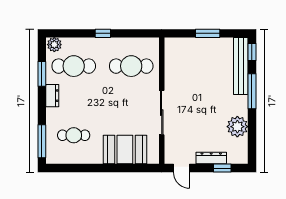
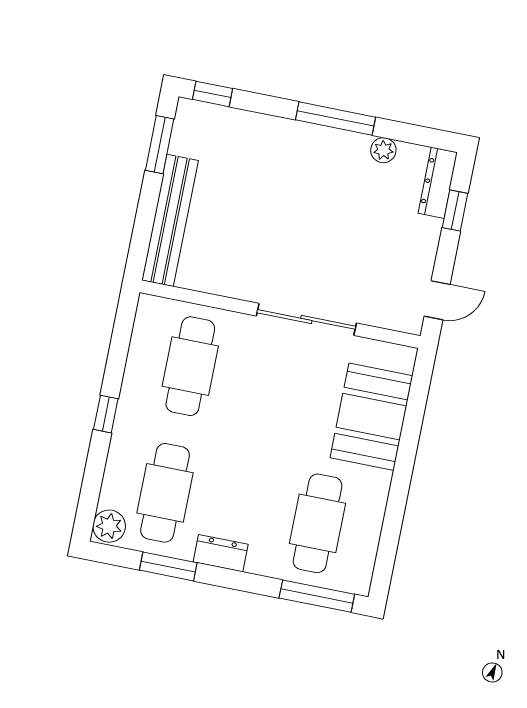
window: (208, 33) -> (160, 145), moved
bench: (241, 66) -> (170, 220), moved, turned 90
window: (252, 91) -> (336, 119), moved
plant: (237, 127) -> (383, 150), width x0.53, depth x0.53
cafe table: (74, 135) -> (318, 523), width x1.37, depth x1.35
dresser: (211, 158) -> (438, 183), moved

